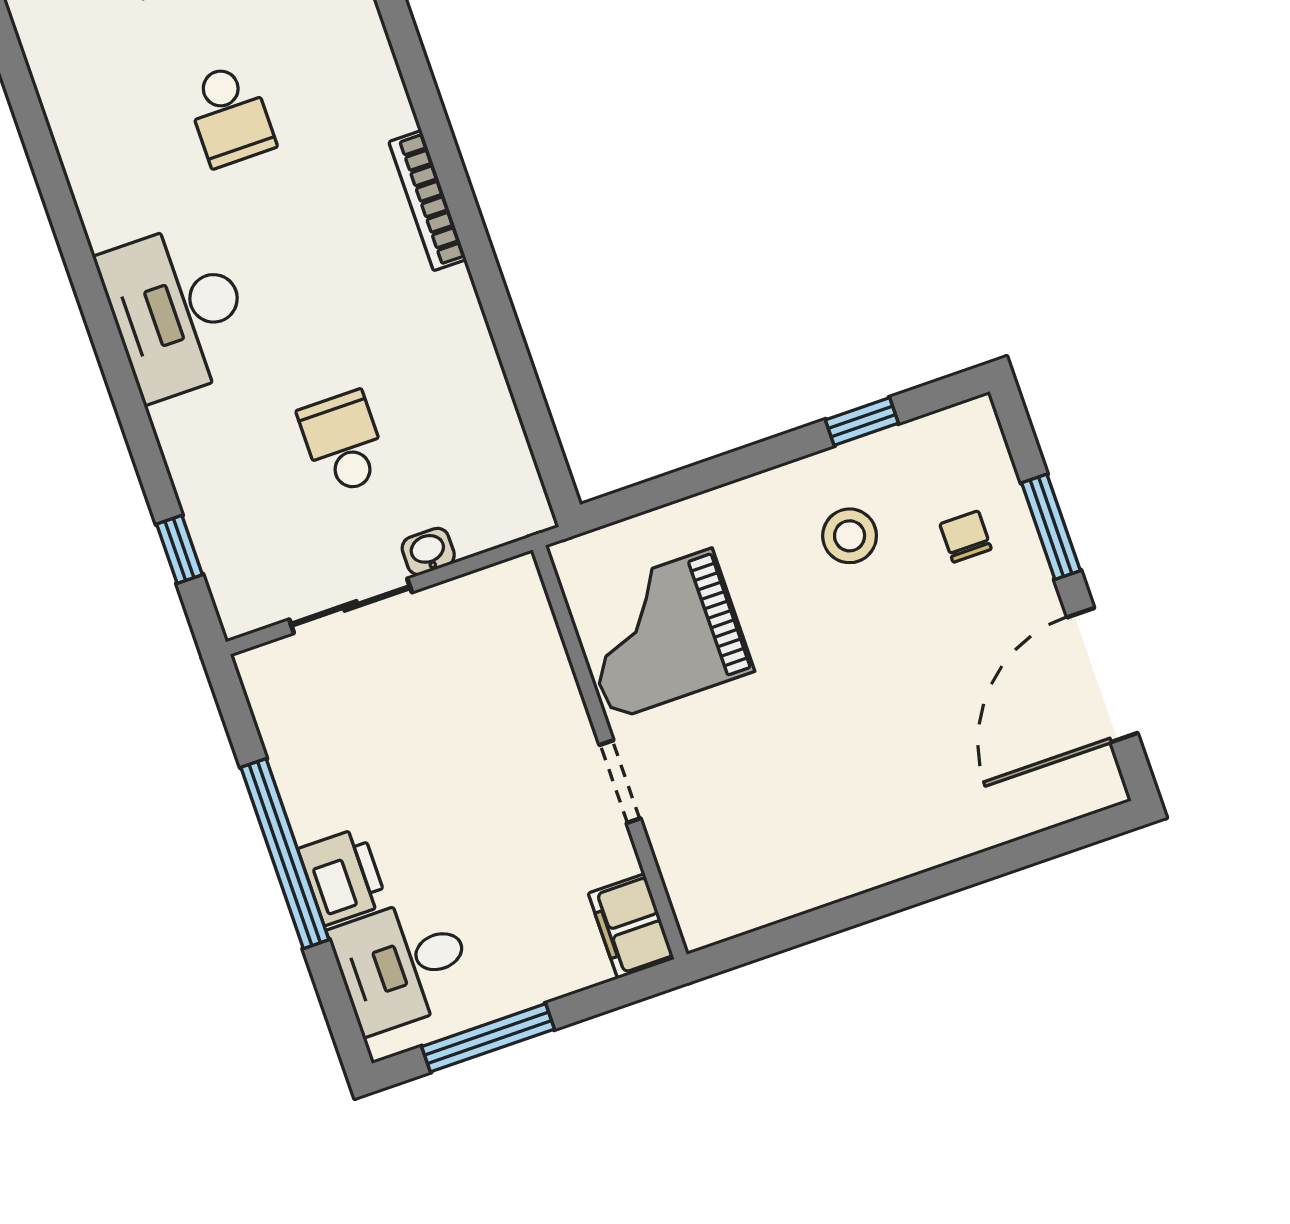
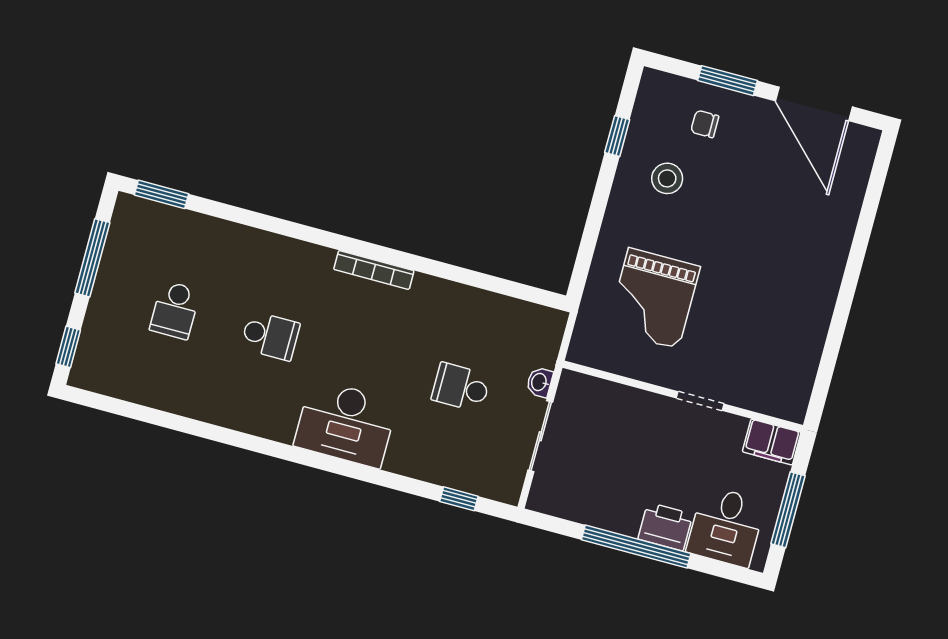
wall: (610, 752) -> (683, 396), moved
doorway: (620, 782) -> (700, 401), moved
filing cabinet: (631, 926) -> (772, 442), moved

